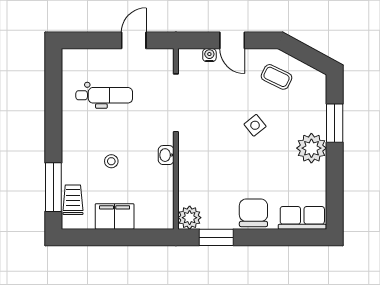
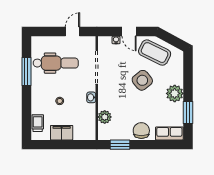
coffee table: (277, 77) -> (155, 53), width x1.86, depth x1.72
dental chair: (104, 95) -> (56, 63), width x1.36, depth x1.38
window: (335, 123) -> (188, 112), moved
side table: (255, 125) -> (142, 80), width x1.87, depth x1.87
window: (53, 187) -> (26, 71), moved
plant: (190, 218) -> (105, 117), moved

